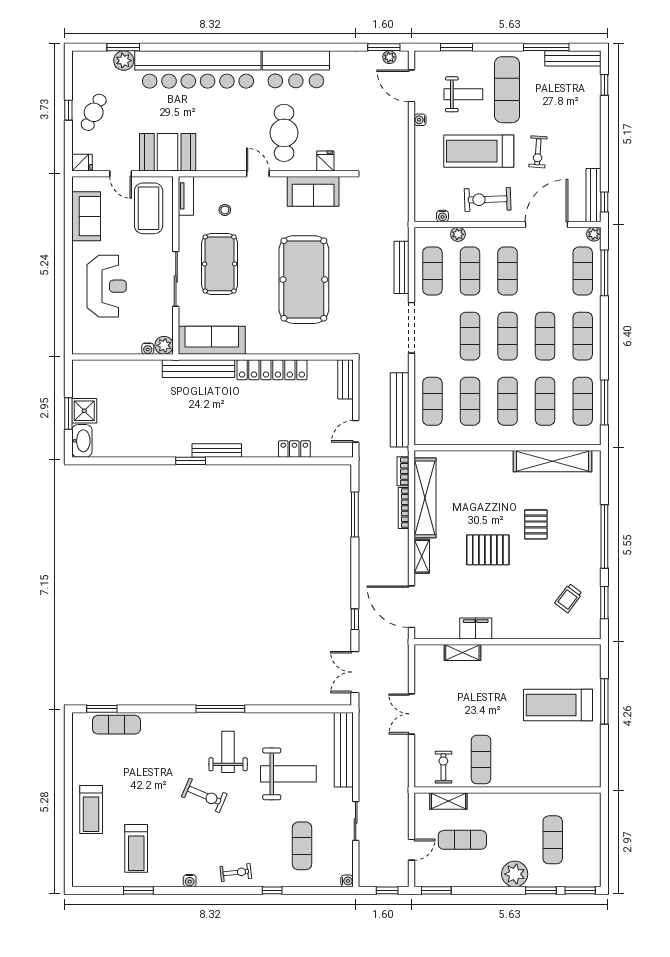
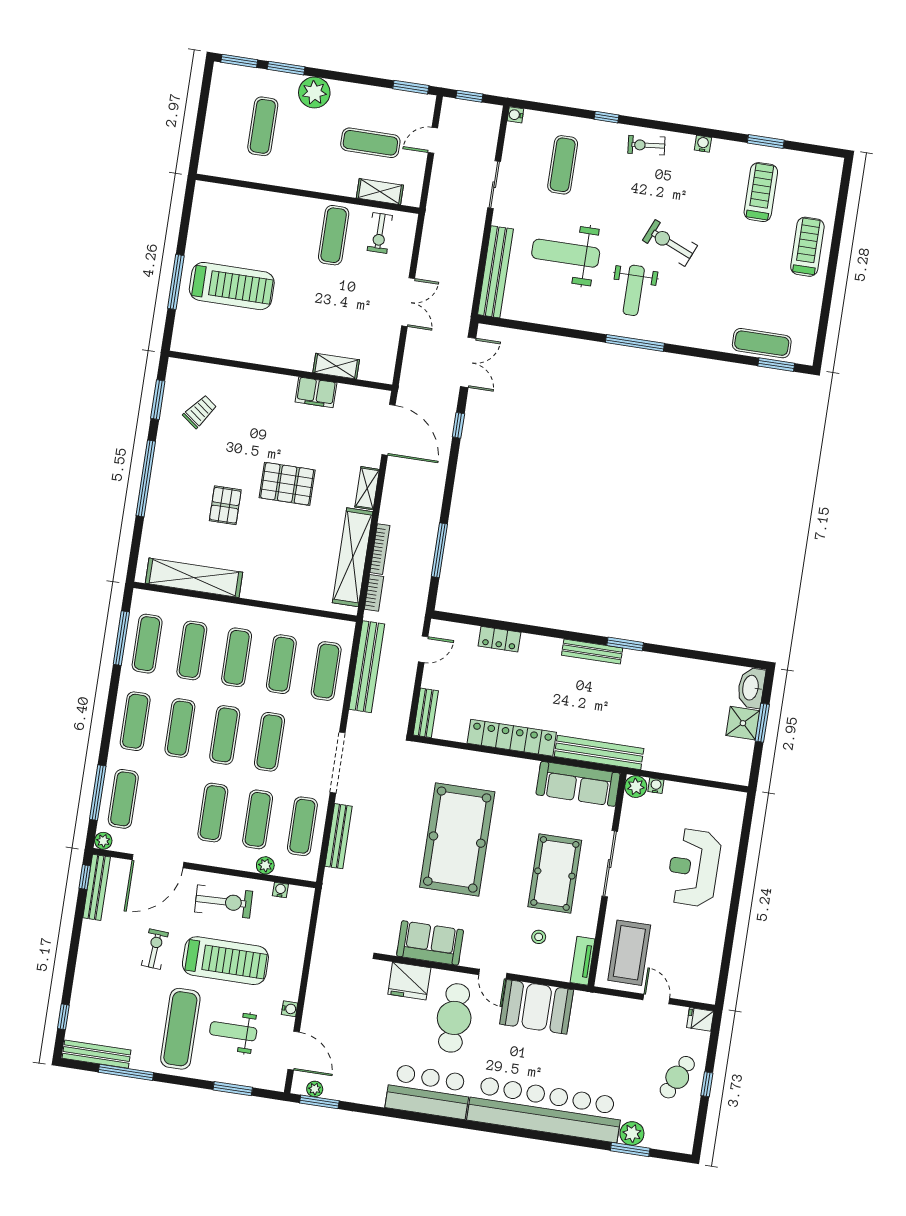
booth: (168, 152) -> (537, 1007), moved
fridge: (325, 161) -> (409, 981), width x1.88, depth x1.34
sofa: (86, 216) -> (705, 955), removed

